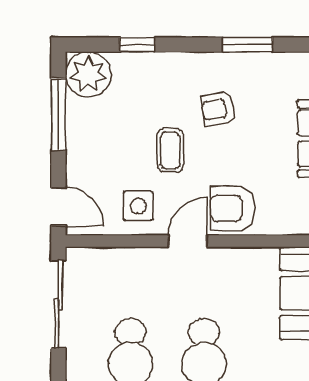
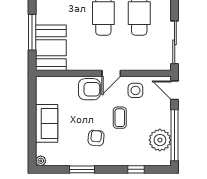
plant: (88, 74) -> (160, 140), moved
armchair: (219, 109) -> (96, 138), turned -76
window: (58, 114) -> (175, 135), width x1.46

